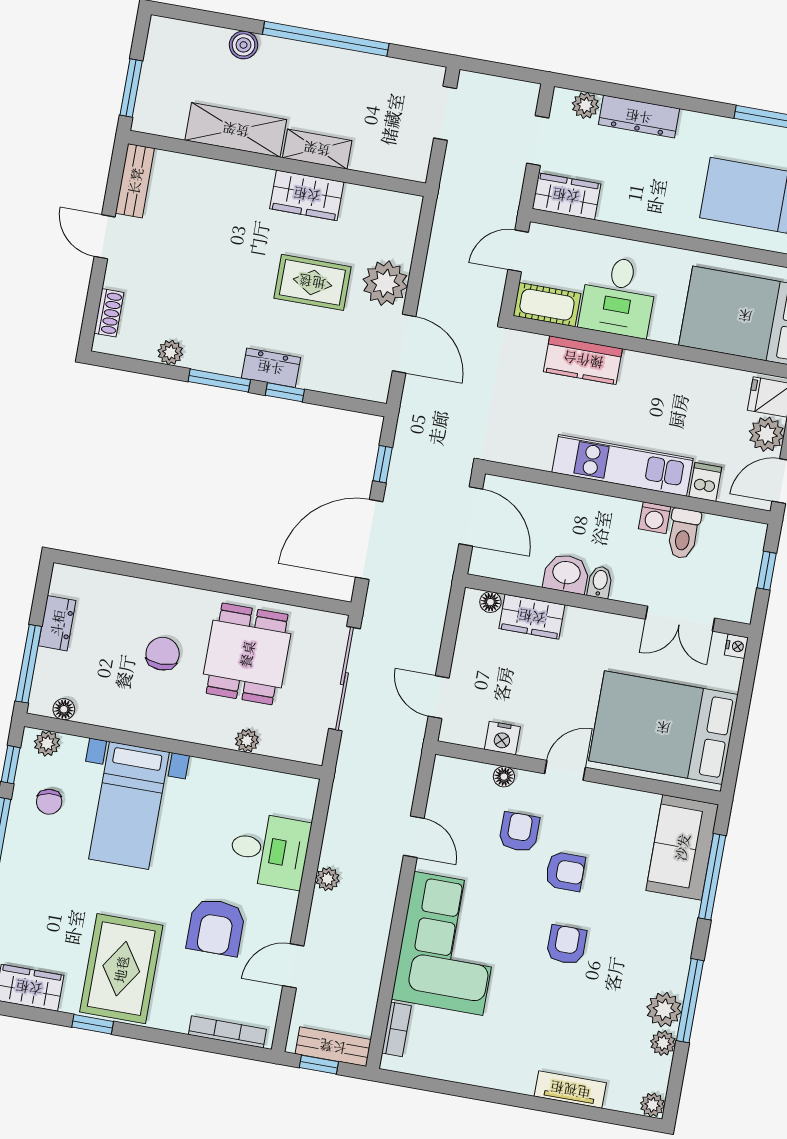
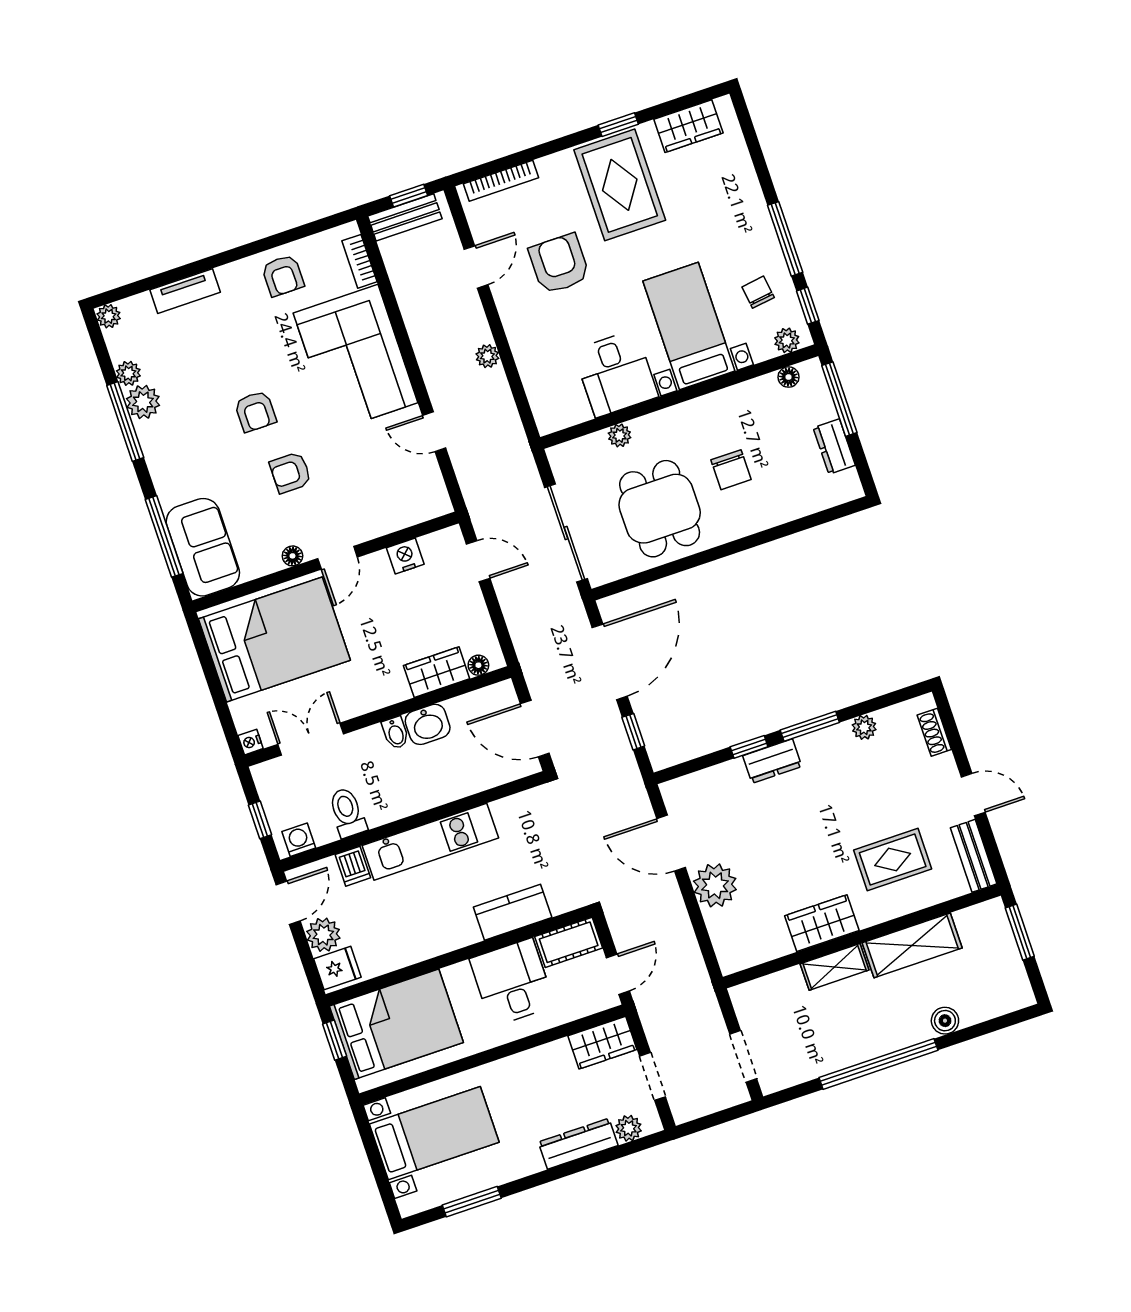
rug: (312, 282) -> (893, 860), moved
washing machine: (655, 518) -> (299, 840), moved
floor lamp: (504, 777) -> (292, 556), moved
armchair: (519, 832) -> (283, 276), moved
desk: (269, 850) -> (616, 374), moved, turned -90

